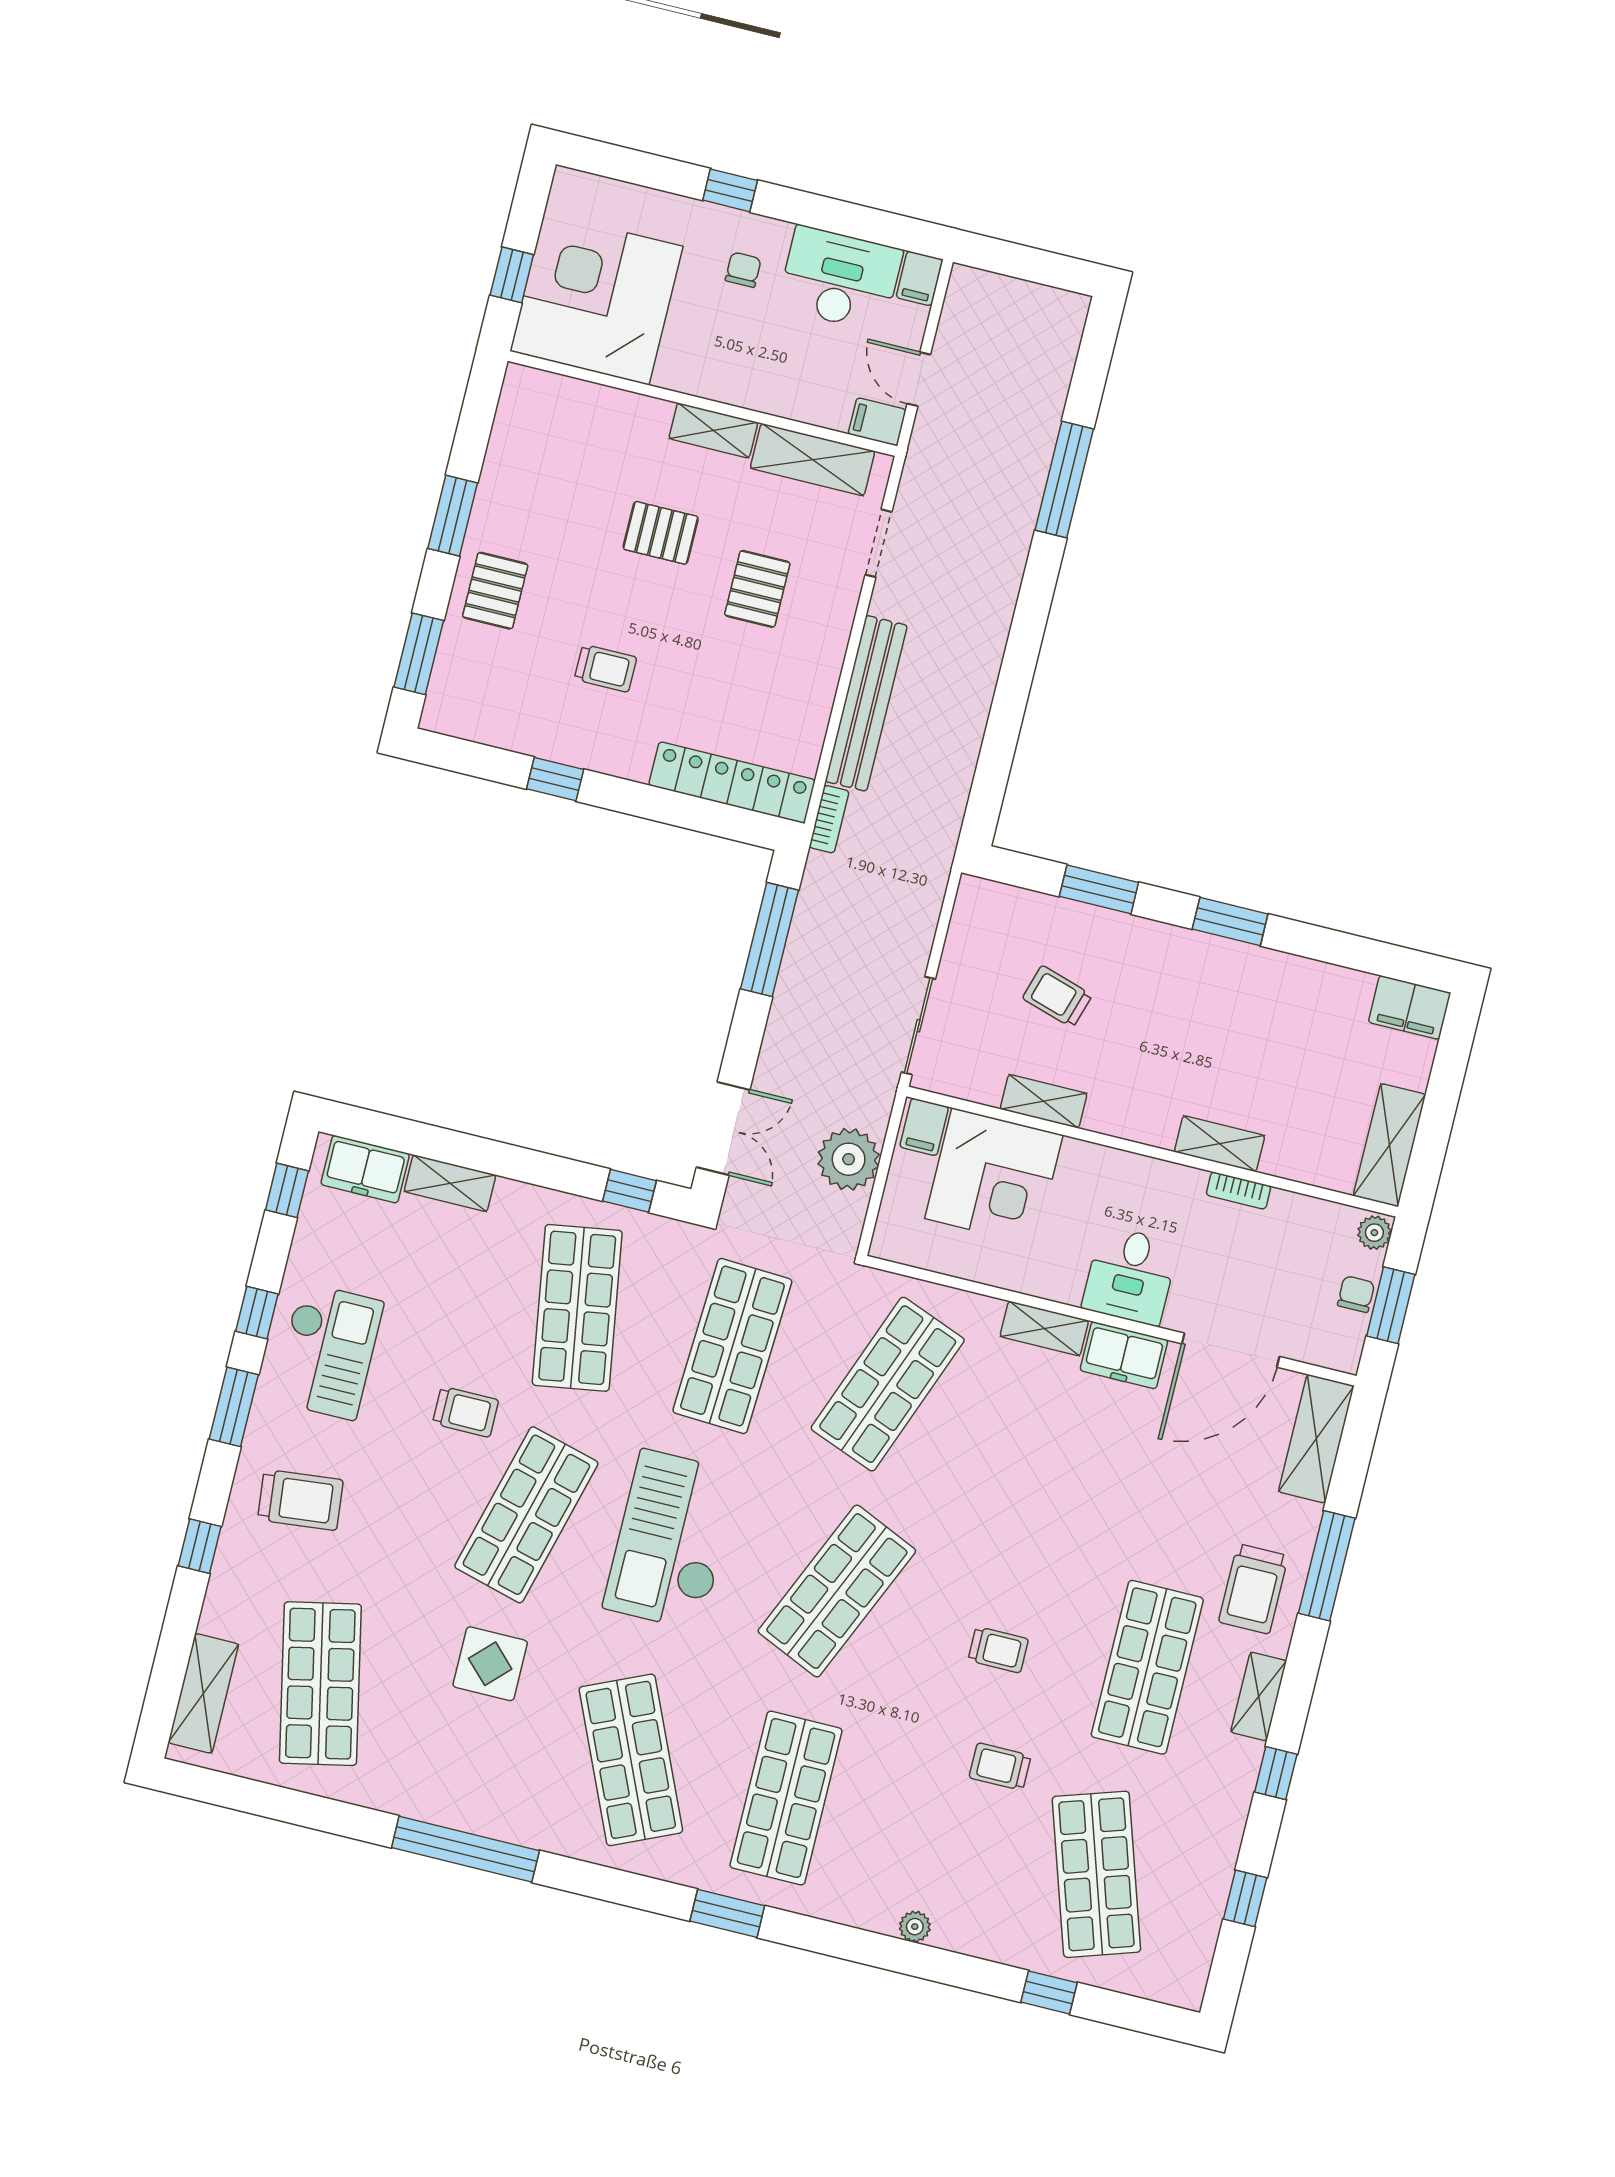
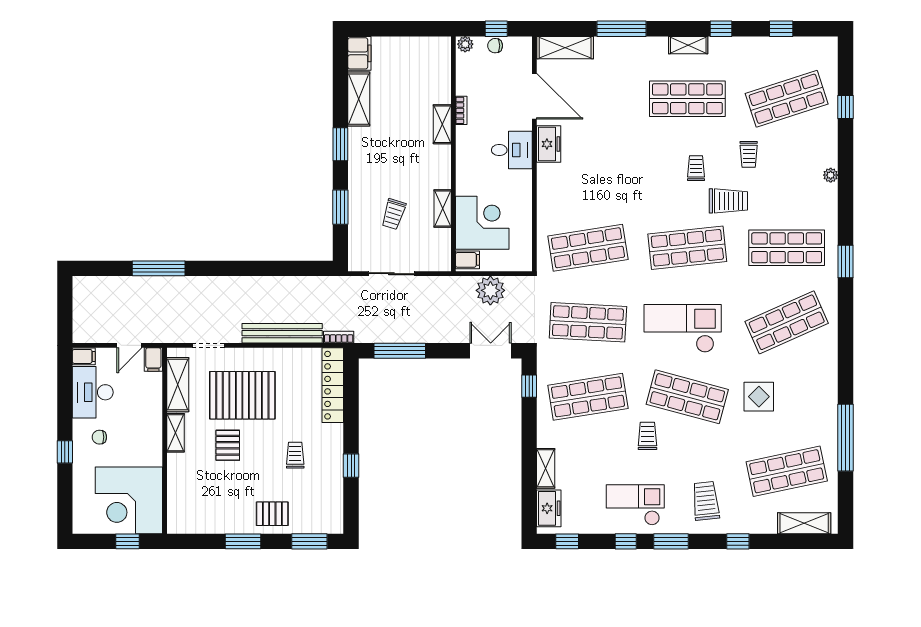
pallet: (757, 589) -> (242, 395), width x2.05, depth x2.00
sliding door: (918, 1026) -> (391, 274), moved
shelving: (1389, 1145) -> (359, 99), moved, turned 90
window: (1391, 1305) -> (496, 29), width x0.67
shelving: (1044, 1329) -> (545, 183), removed
shop shelf: (888, 1384) -> (588, 248), turned -30
checkout: (671, 1540) -> (683, 328), turned 180
trolley: (1253, 1589) -> (728, 201), moved
shop shelf: (837, 1591) -> (687, 248), turned -30
window: (465, 1849) -> (845, 438), moved

